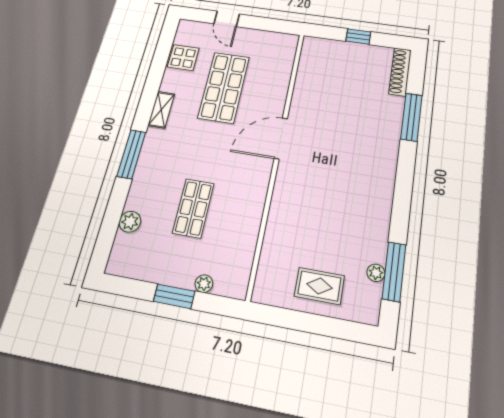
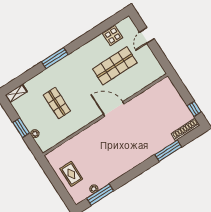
window: (358, 36) -> (194, 109), moved
shelving: (161, 110) -> (16, 93), moved
shop shelf: (193, 208) -> (57, 103), turned 90
plant: (130, 222) -> (31, 85), removed

